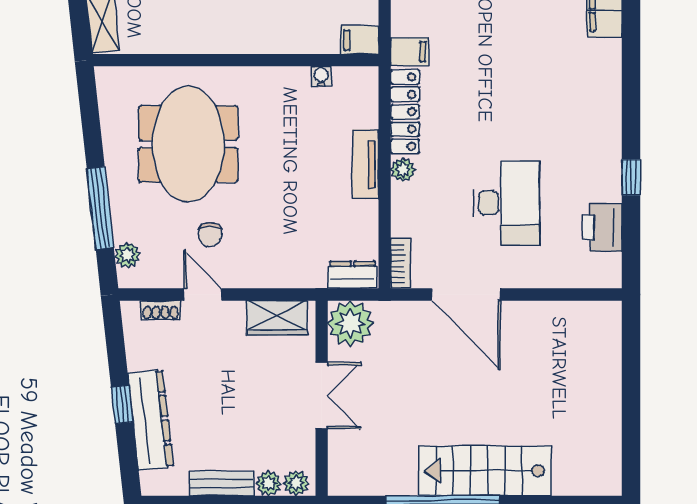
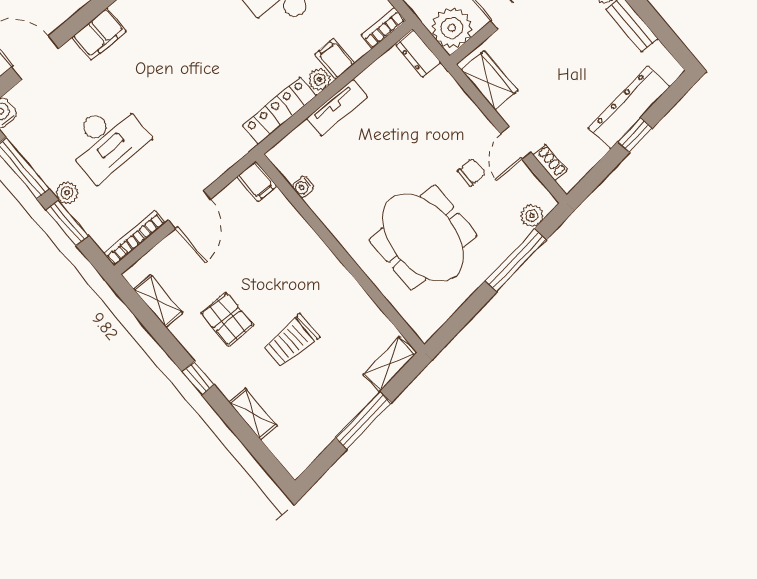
filing cabinet: (410, 52) -> (335, 59), moved
meeting table: (188, 144) -> (423, 238), turned 90

